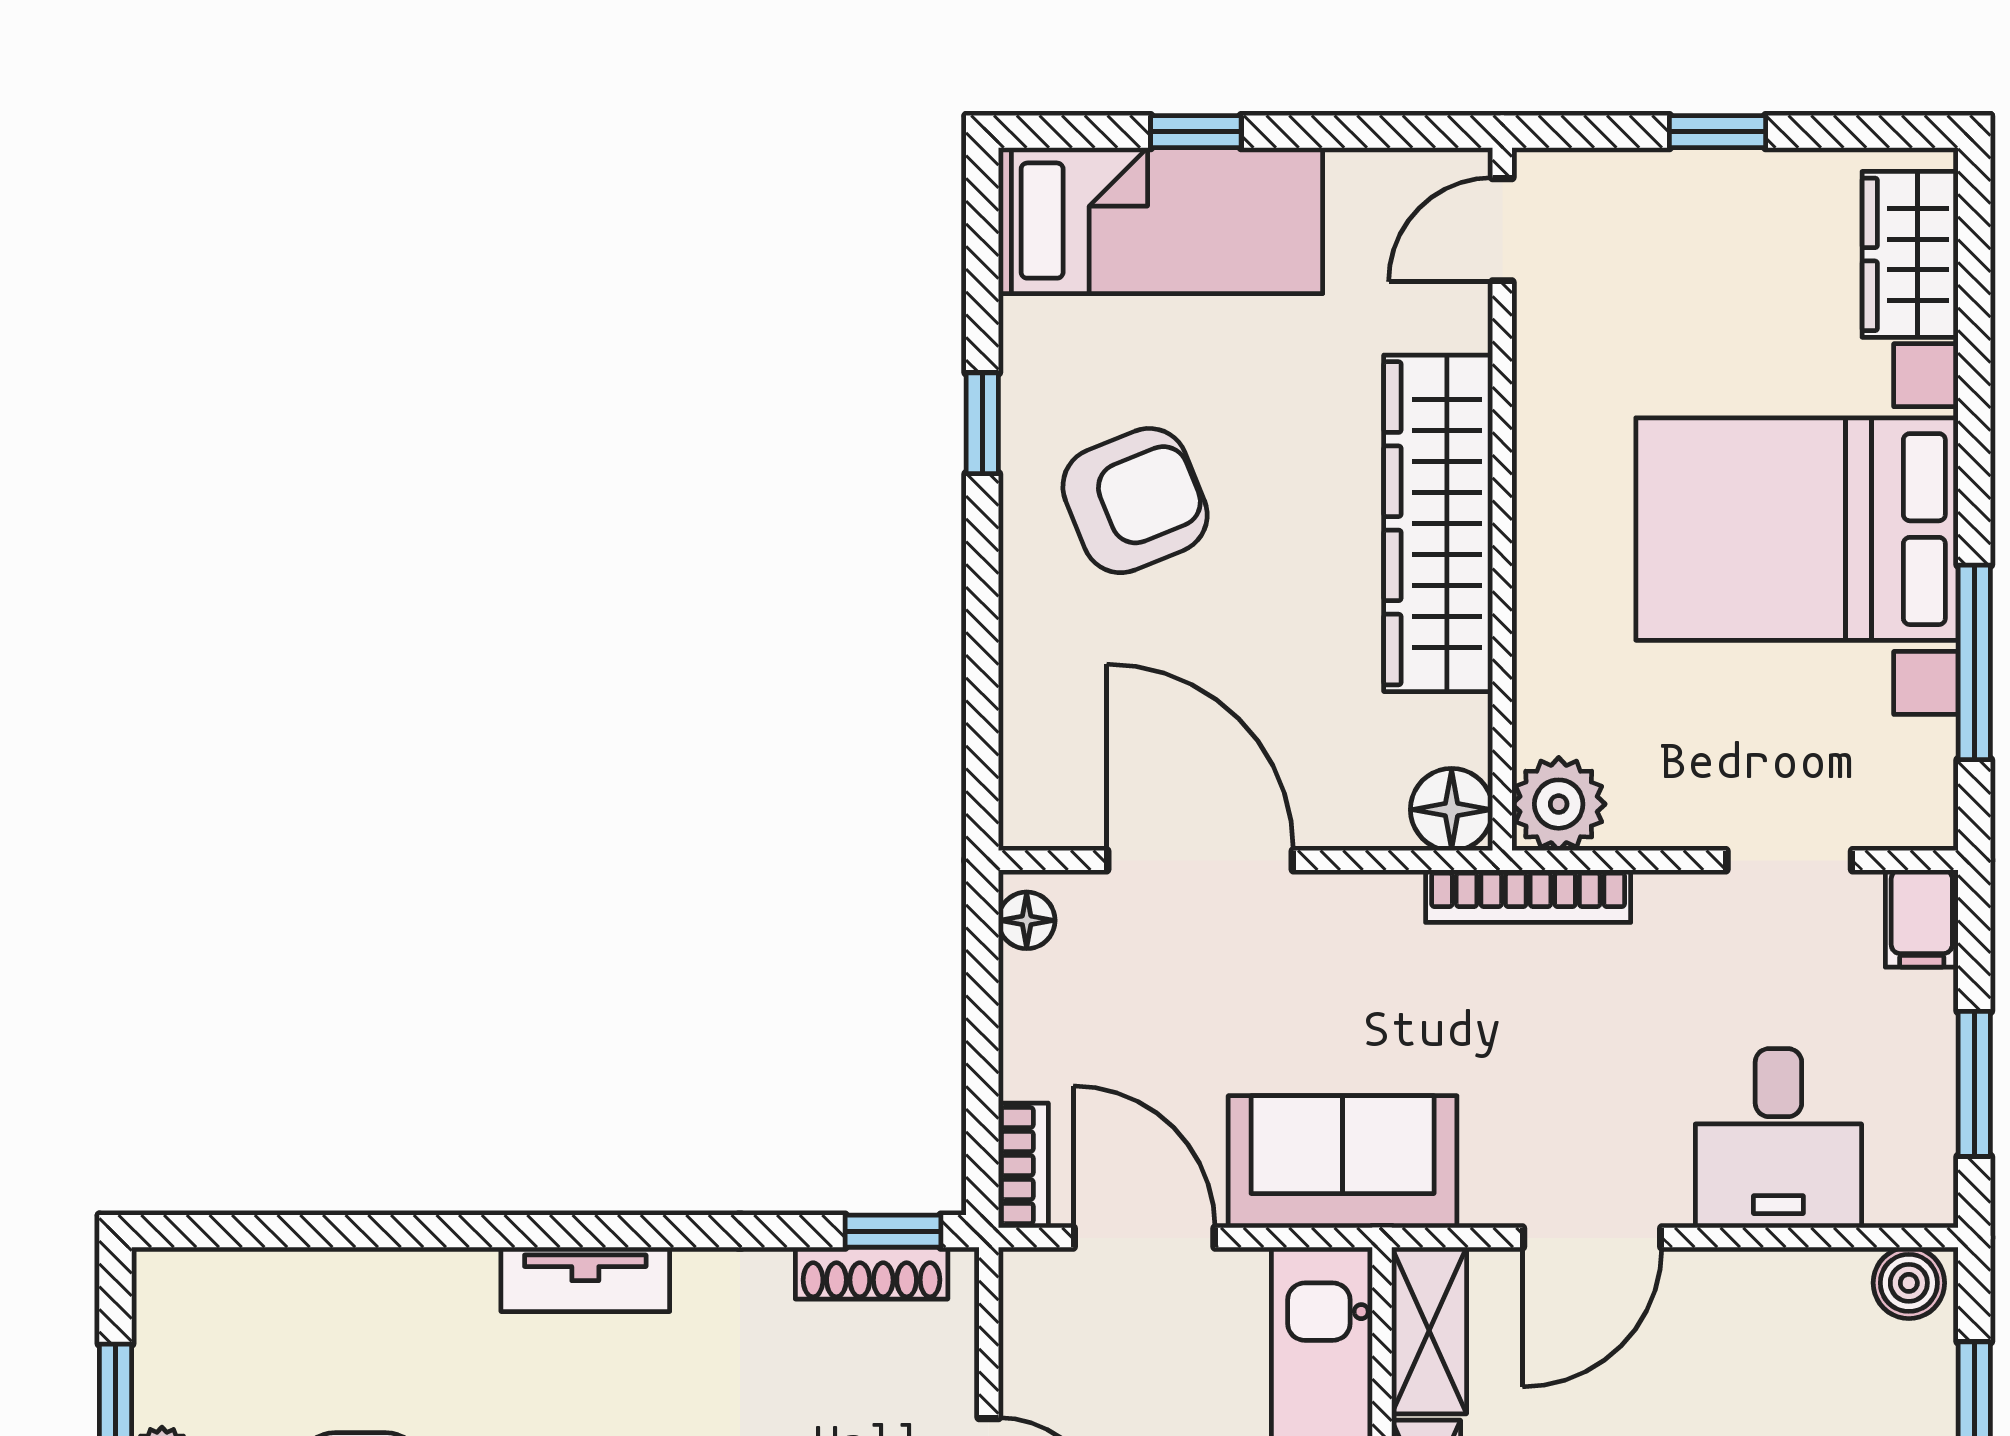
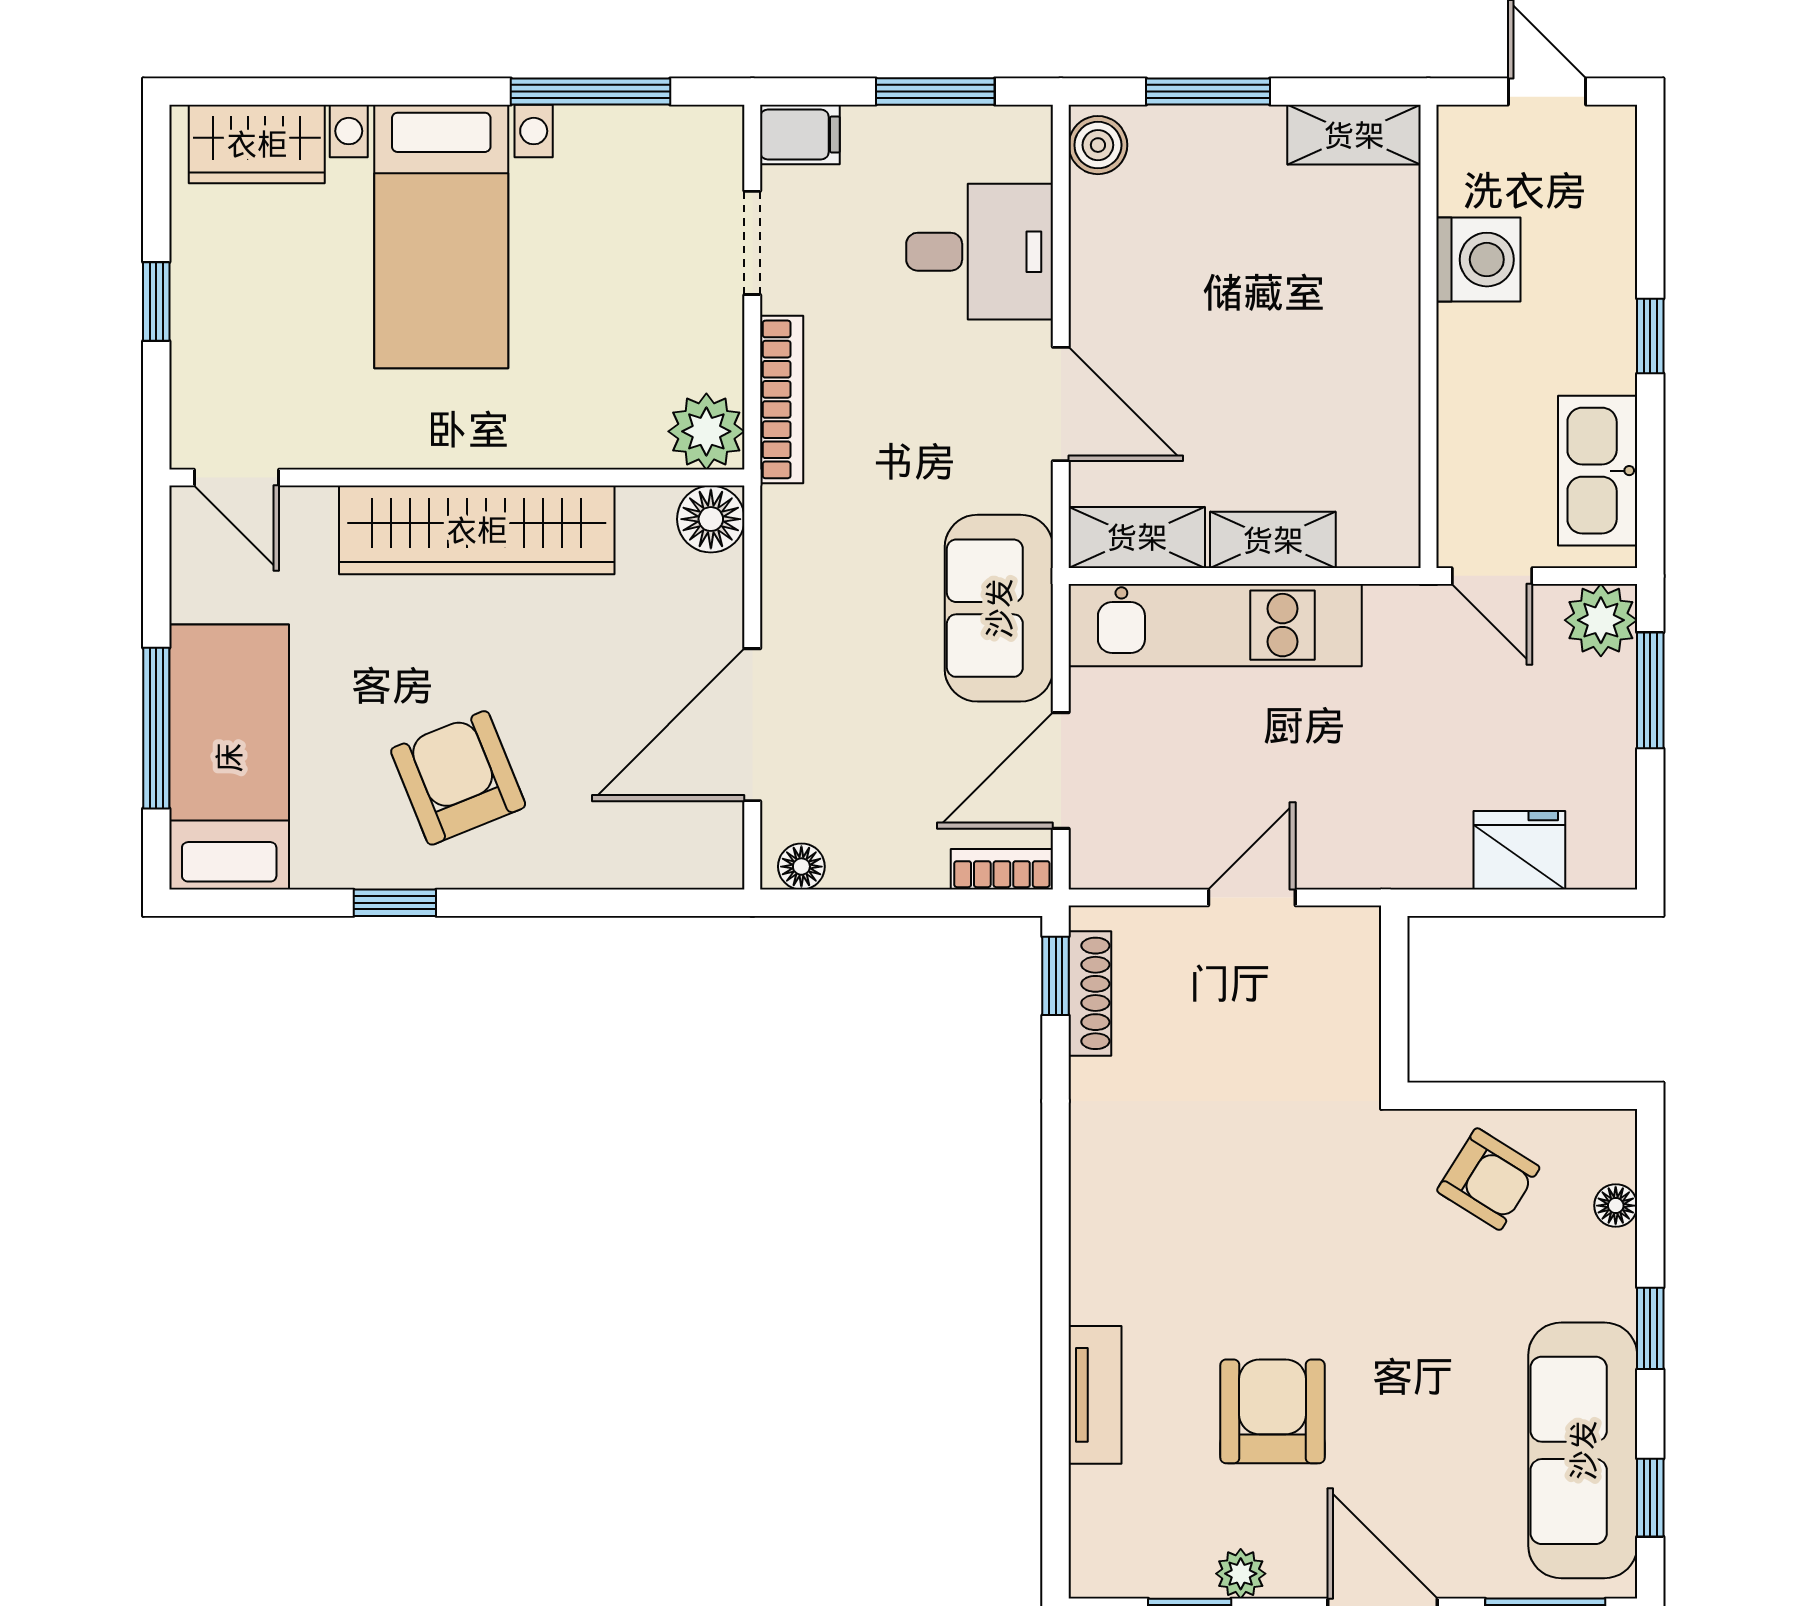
window: (1196, 132) -> (156, 728), width x2.17
bed with nightstands: (1797, 529) -> (441, 236), width x0.73
bookcase: (1528, 896) -> (782, 399), moved
tv unit: (585, 1279) -> (1095, 1395), moved

